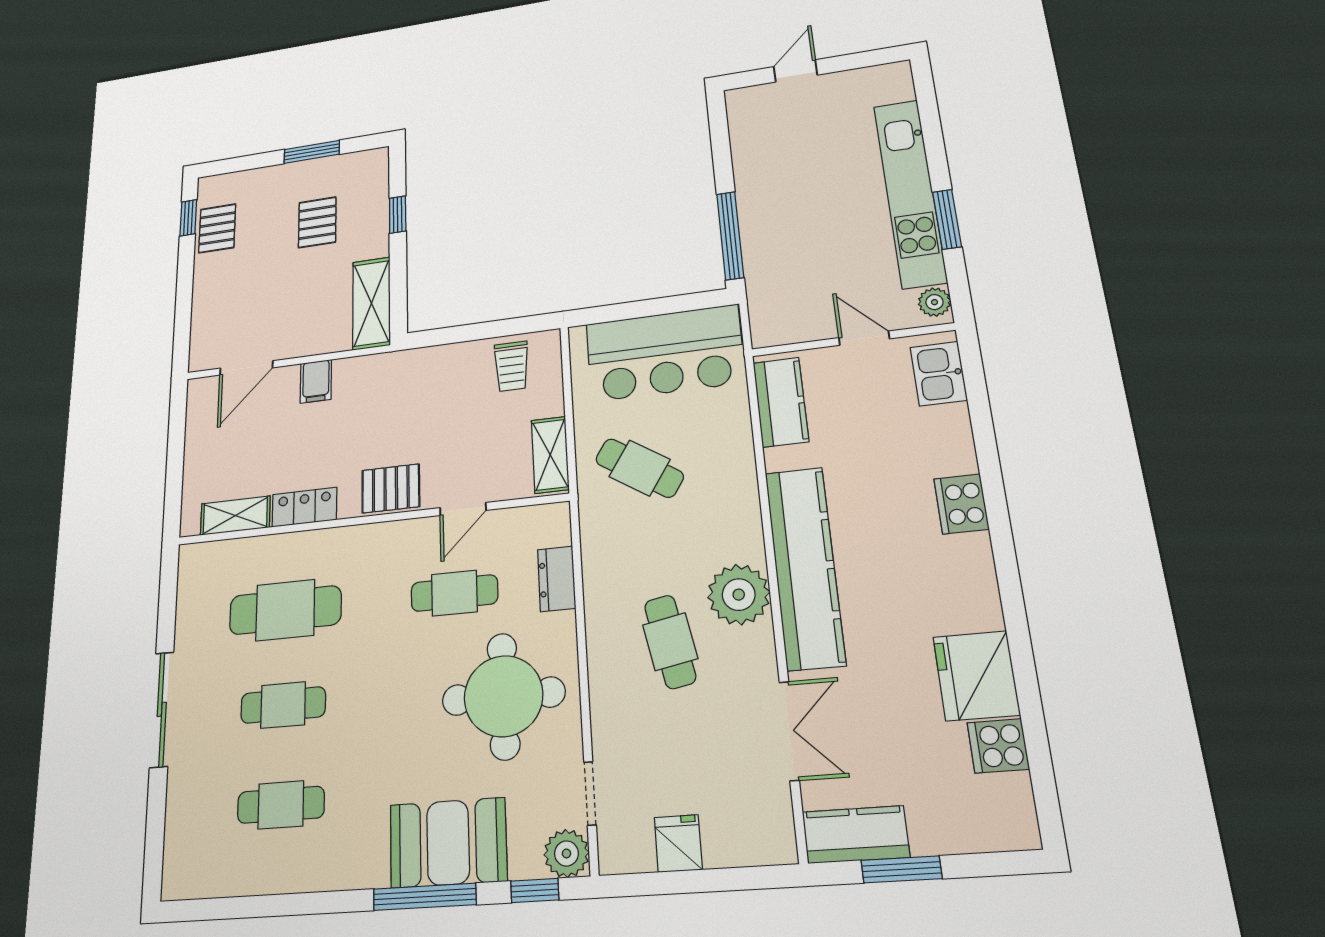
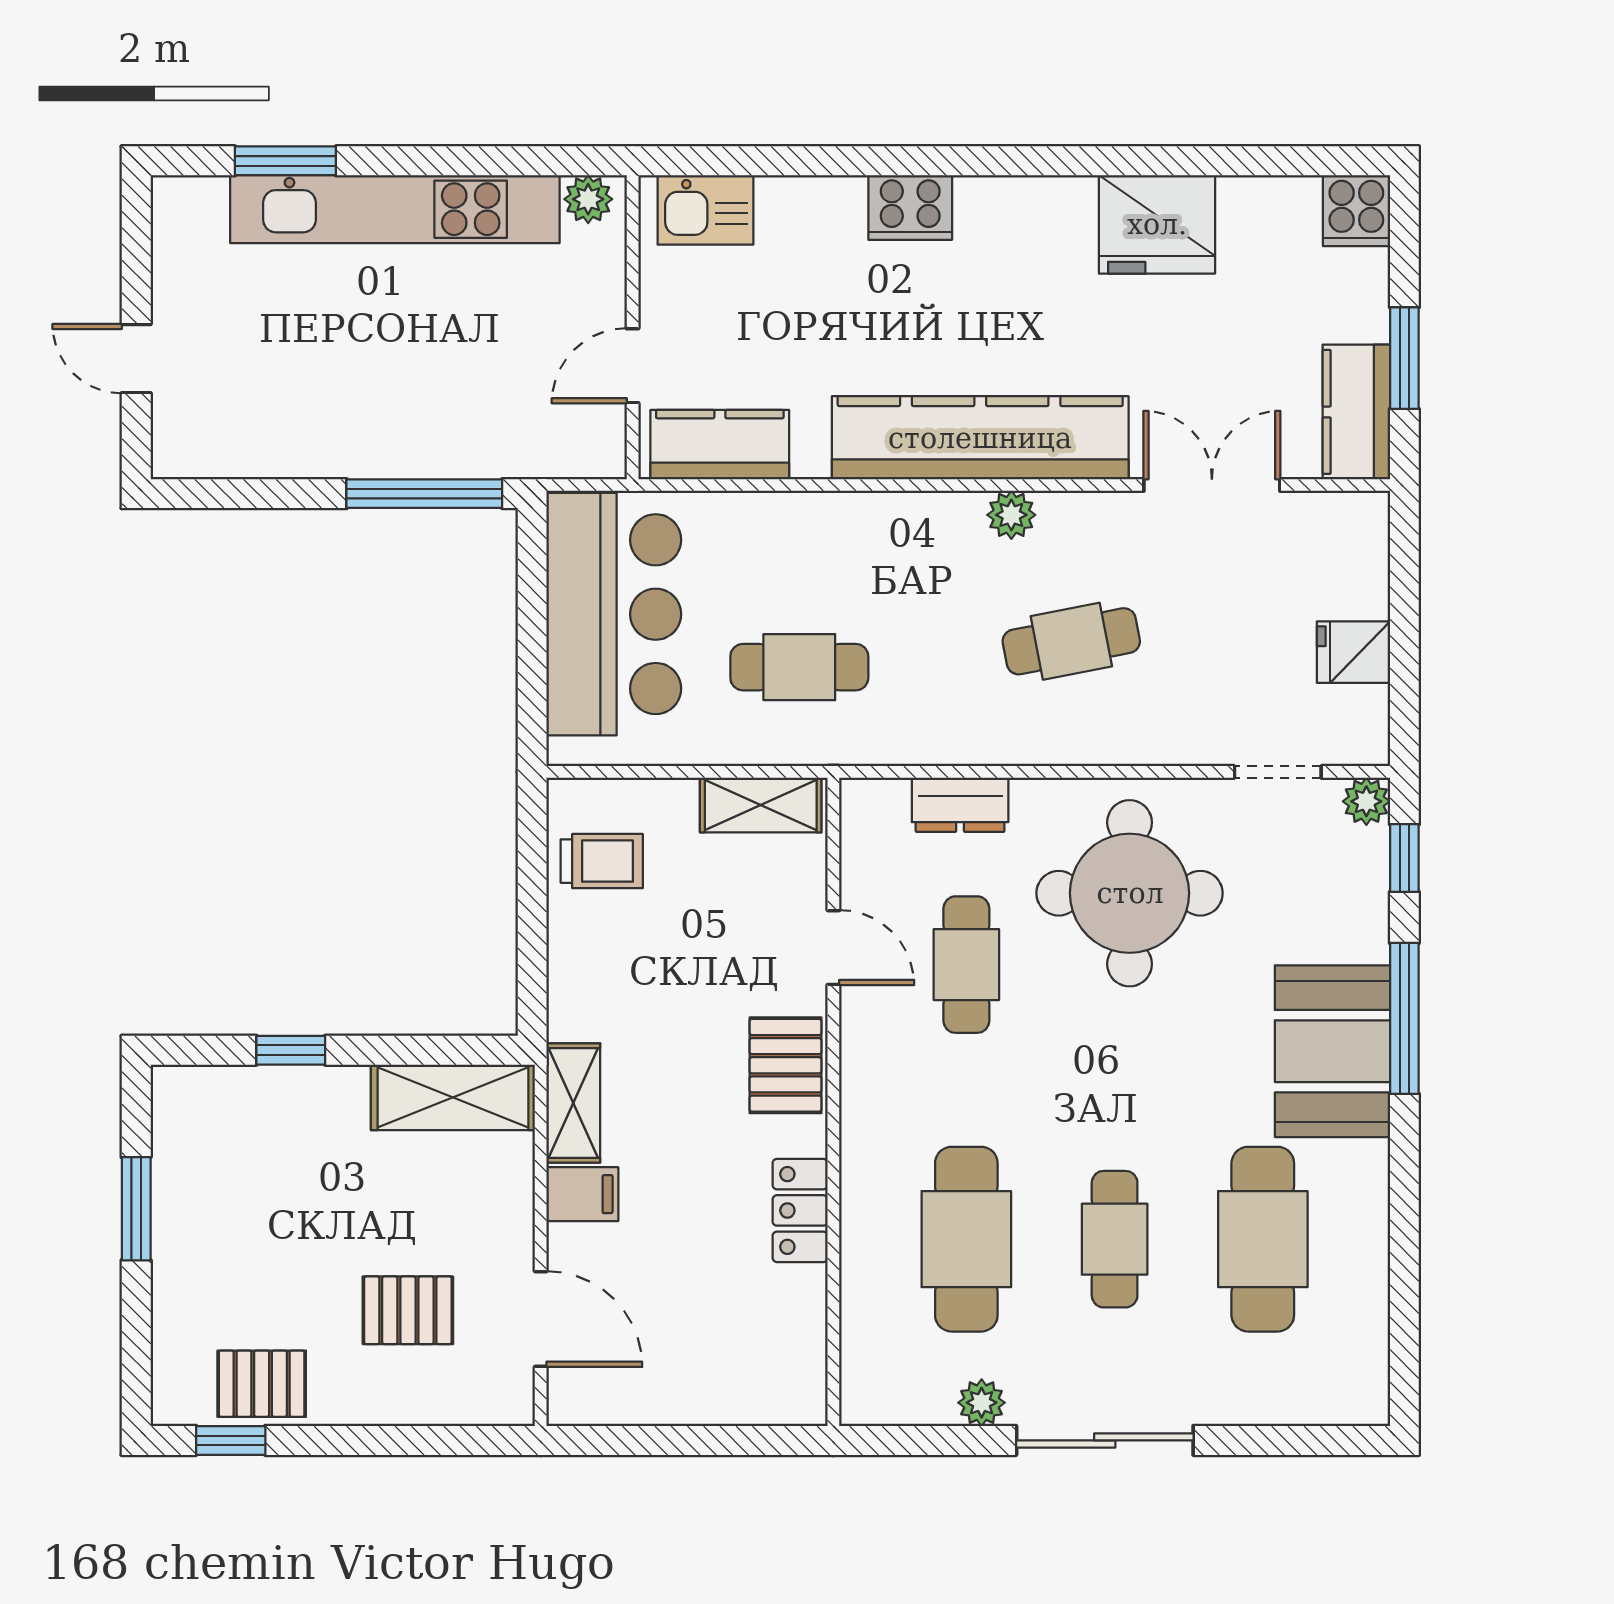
window: (947, 219) -> (285, 161), moved
pallet: (317, 222) -> (408, 1310), moved
door: (864, 338) -> (633, 366), moved
cafe table: (639, 468) -> (799, 667), turned 57
shelving: (235, 516) -> (573, 1103), moved
plant: (739, 595) -> (1011, 515), width x0.53, depth x0.53
plant: (188, 629) -> (982, 1403), added
cooker: (998, 746) -> (1356, 211), moved
cafe table: (281, 805) -> (1263, 1239), width x1.37, depth x1.35
booth: (448, 843) -> (1332, 1051), moved
plant: (566, 853) -> (1366, 801), width x0.73, depth x0.73

